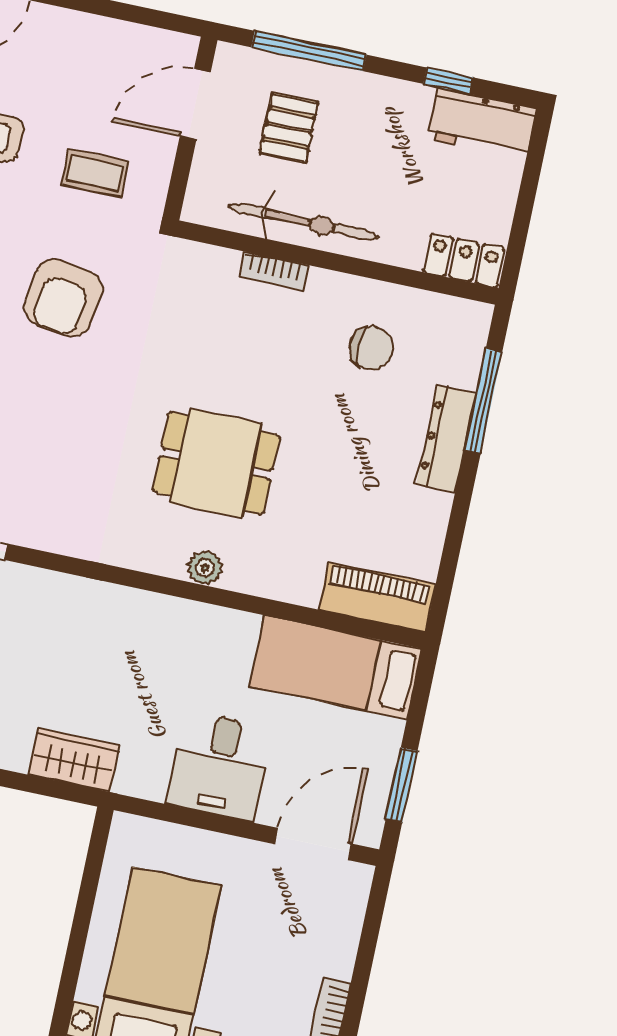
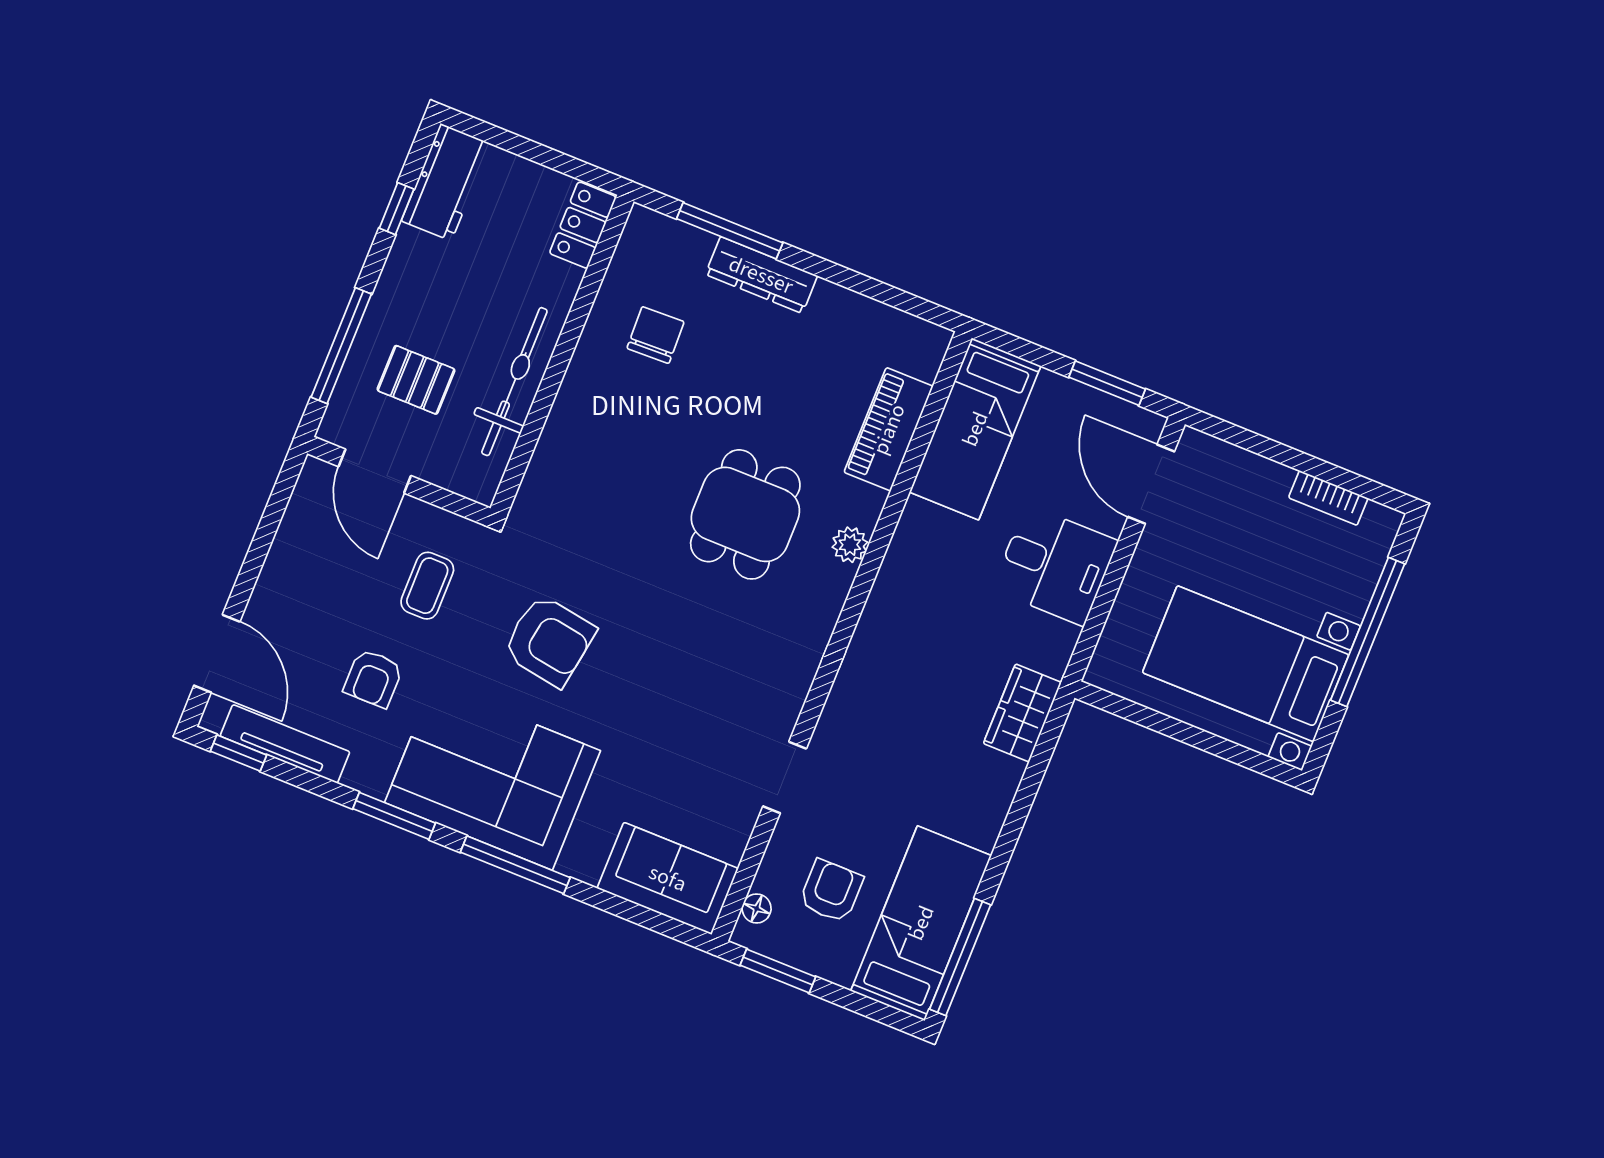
bookcase: (274, 271) -> (559, 421), removed
piano: (377, 597) -> (889, 429), moved

